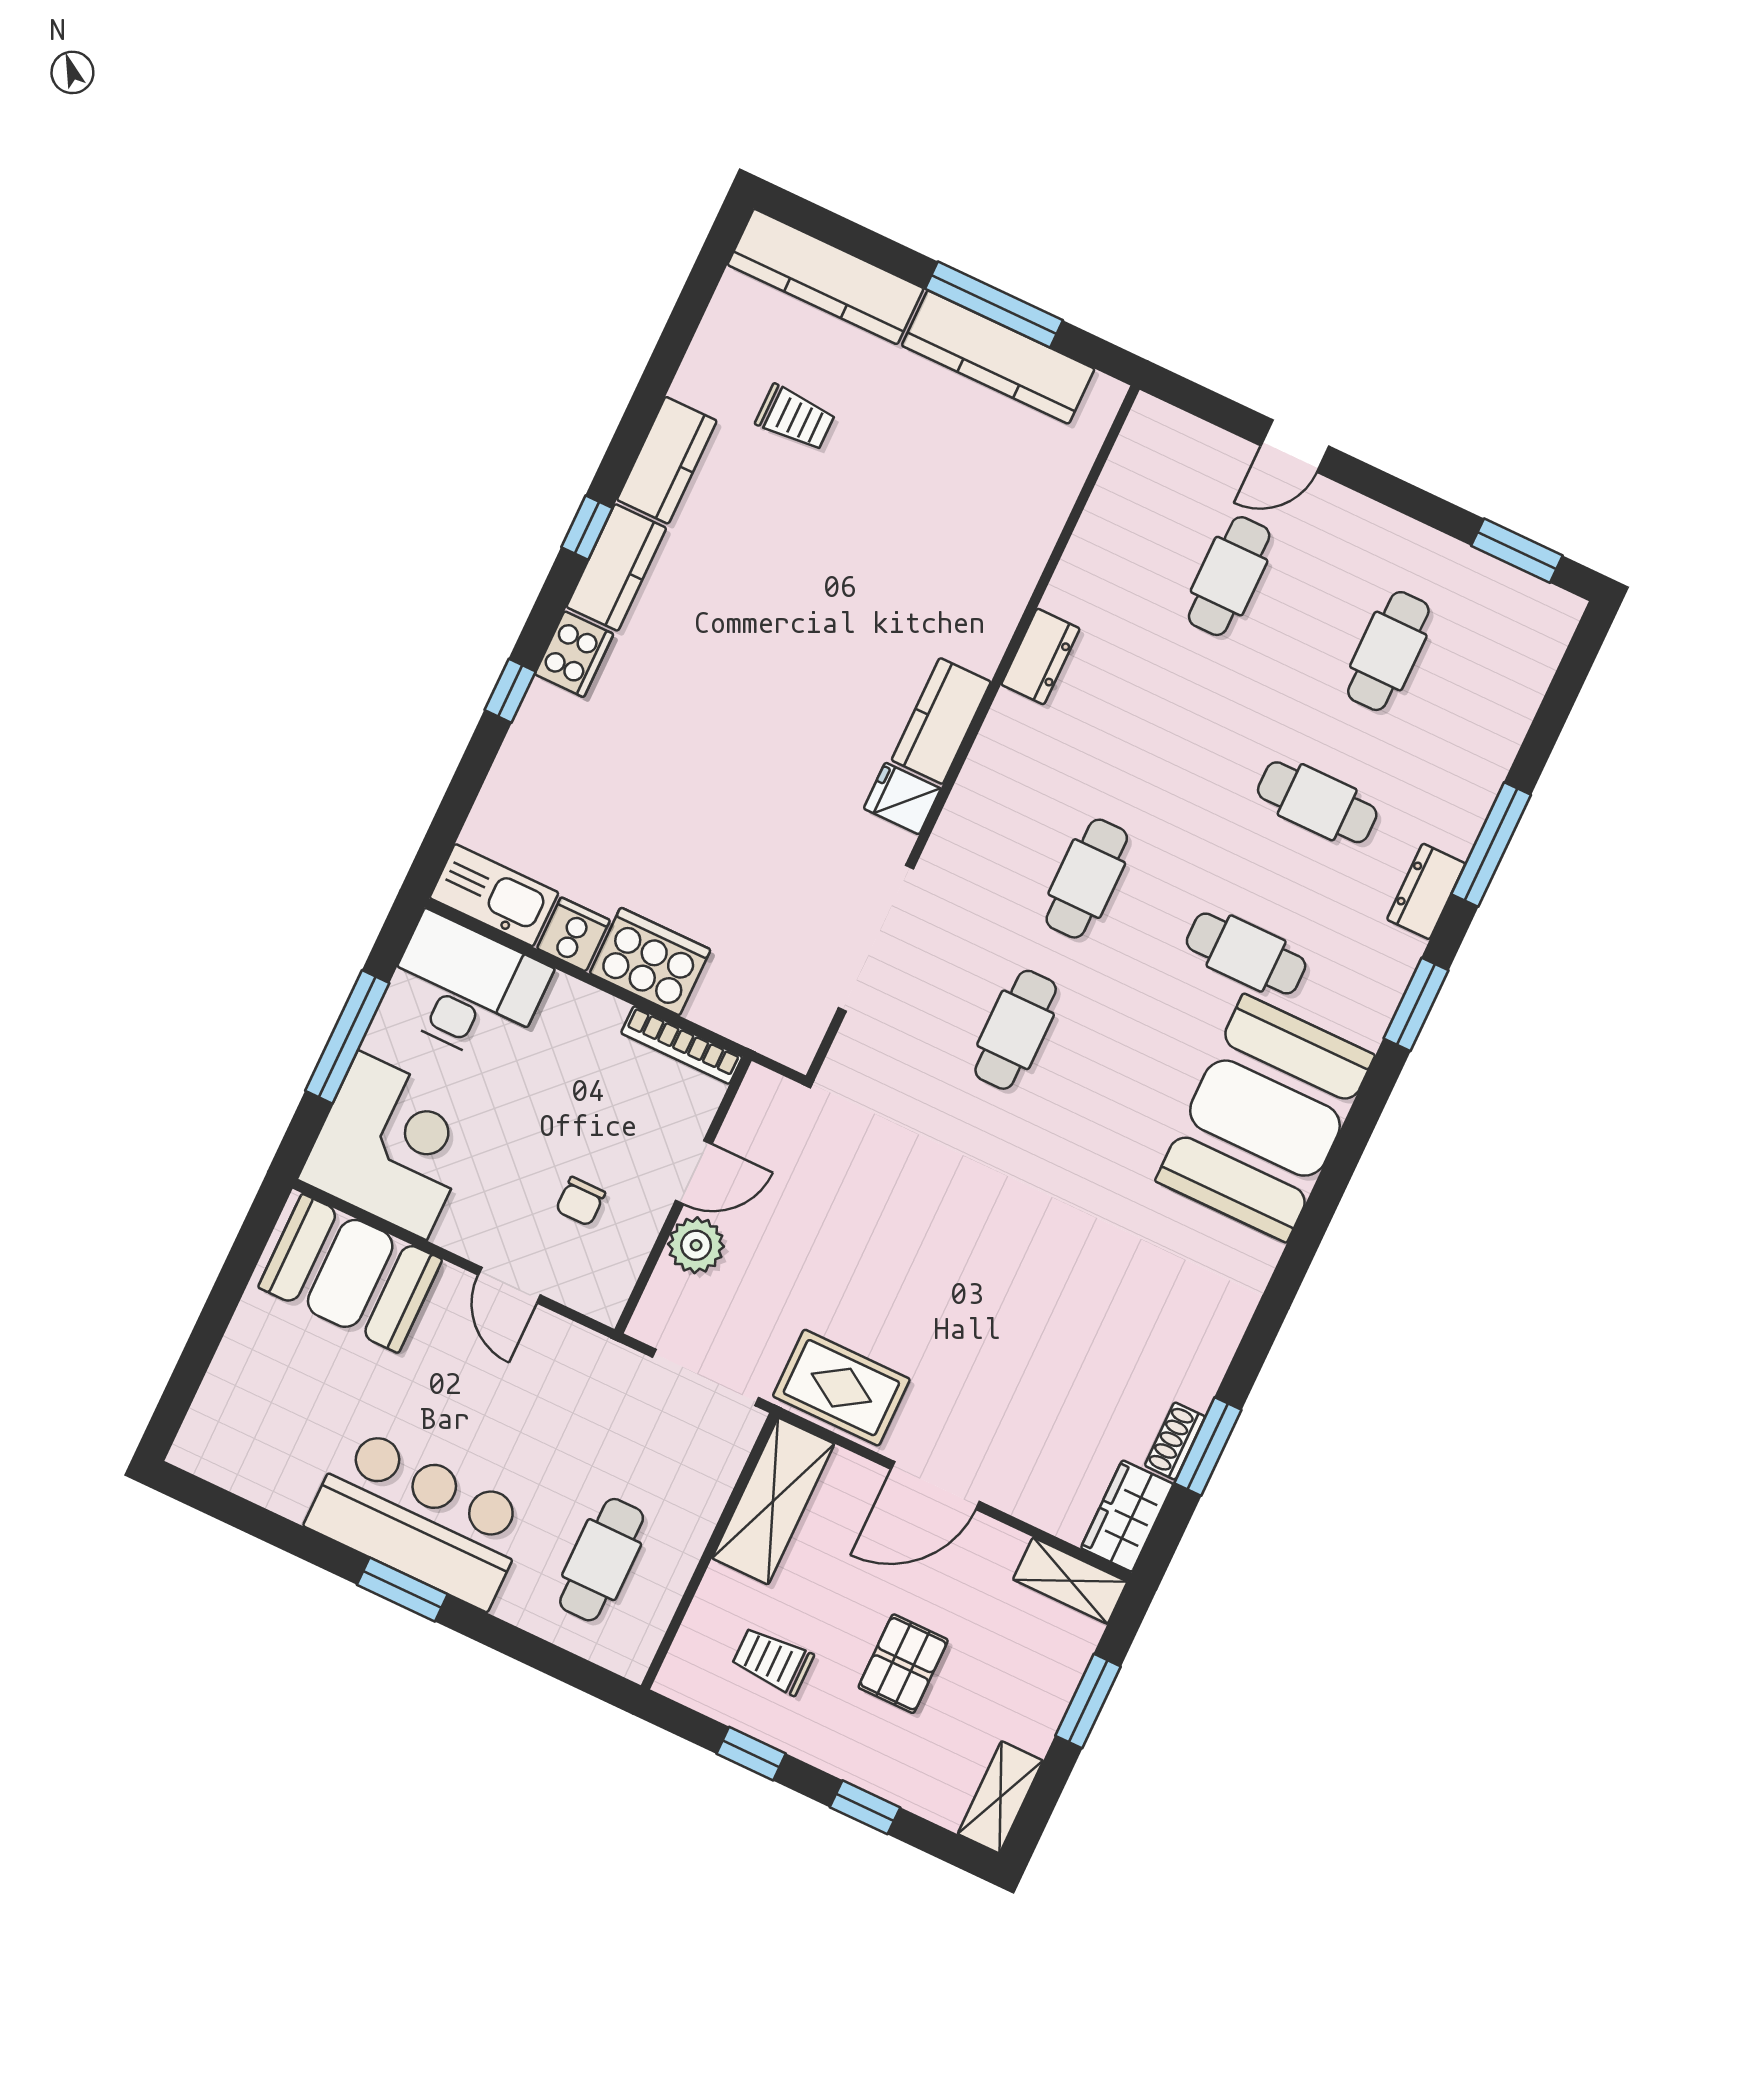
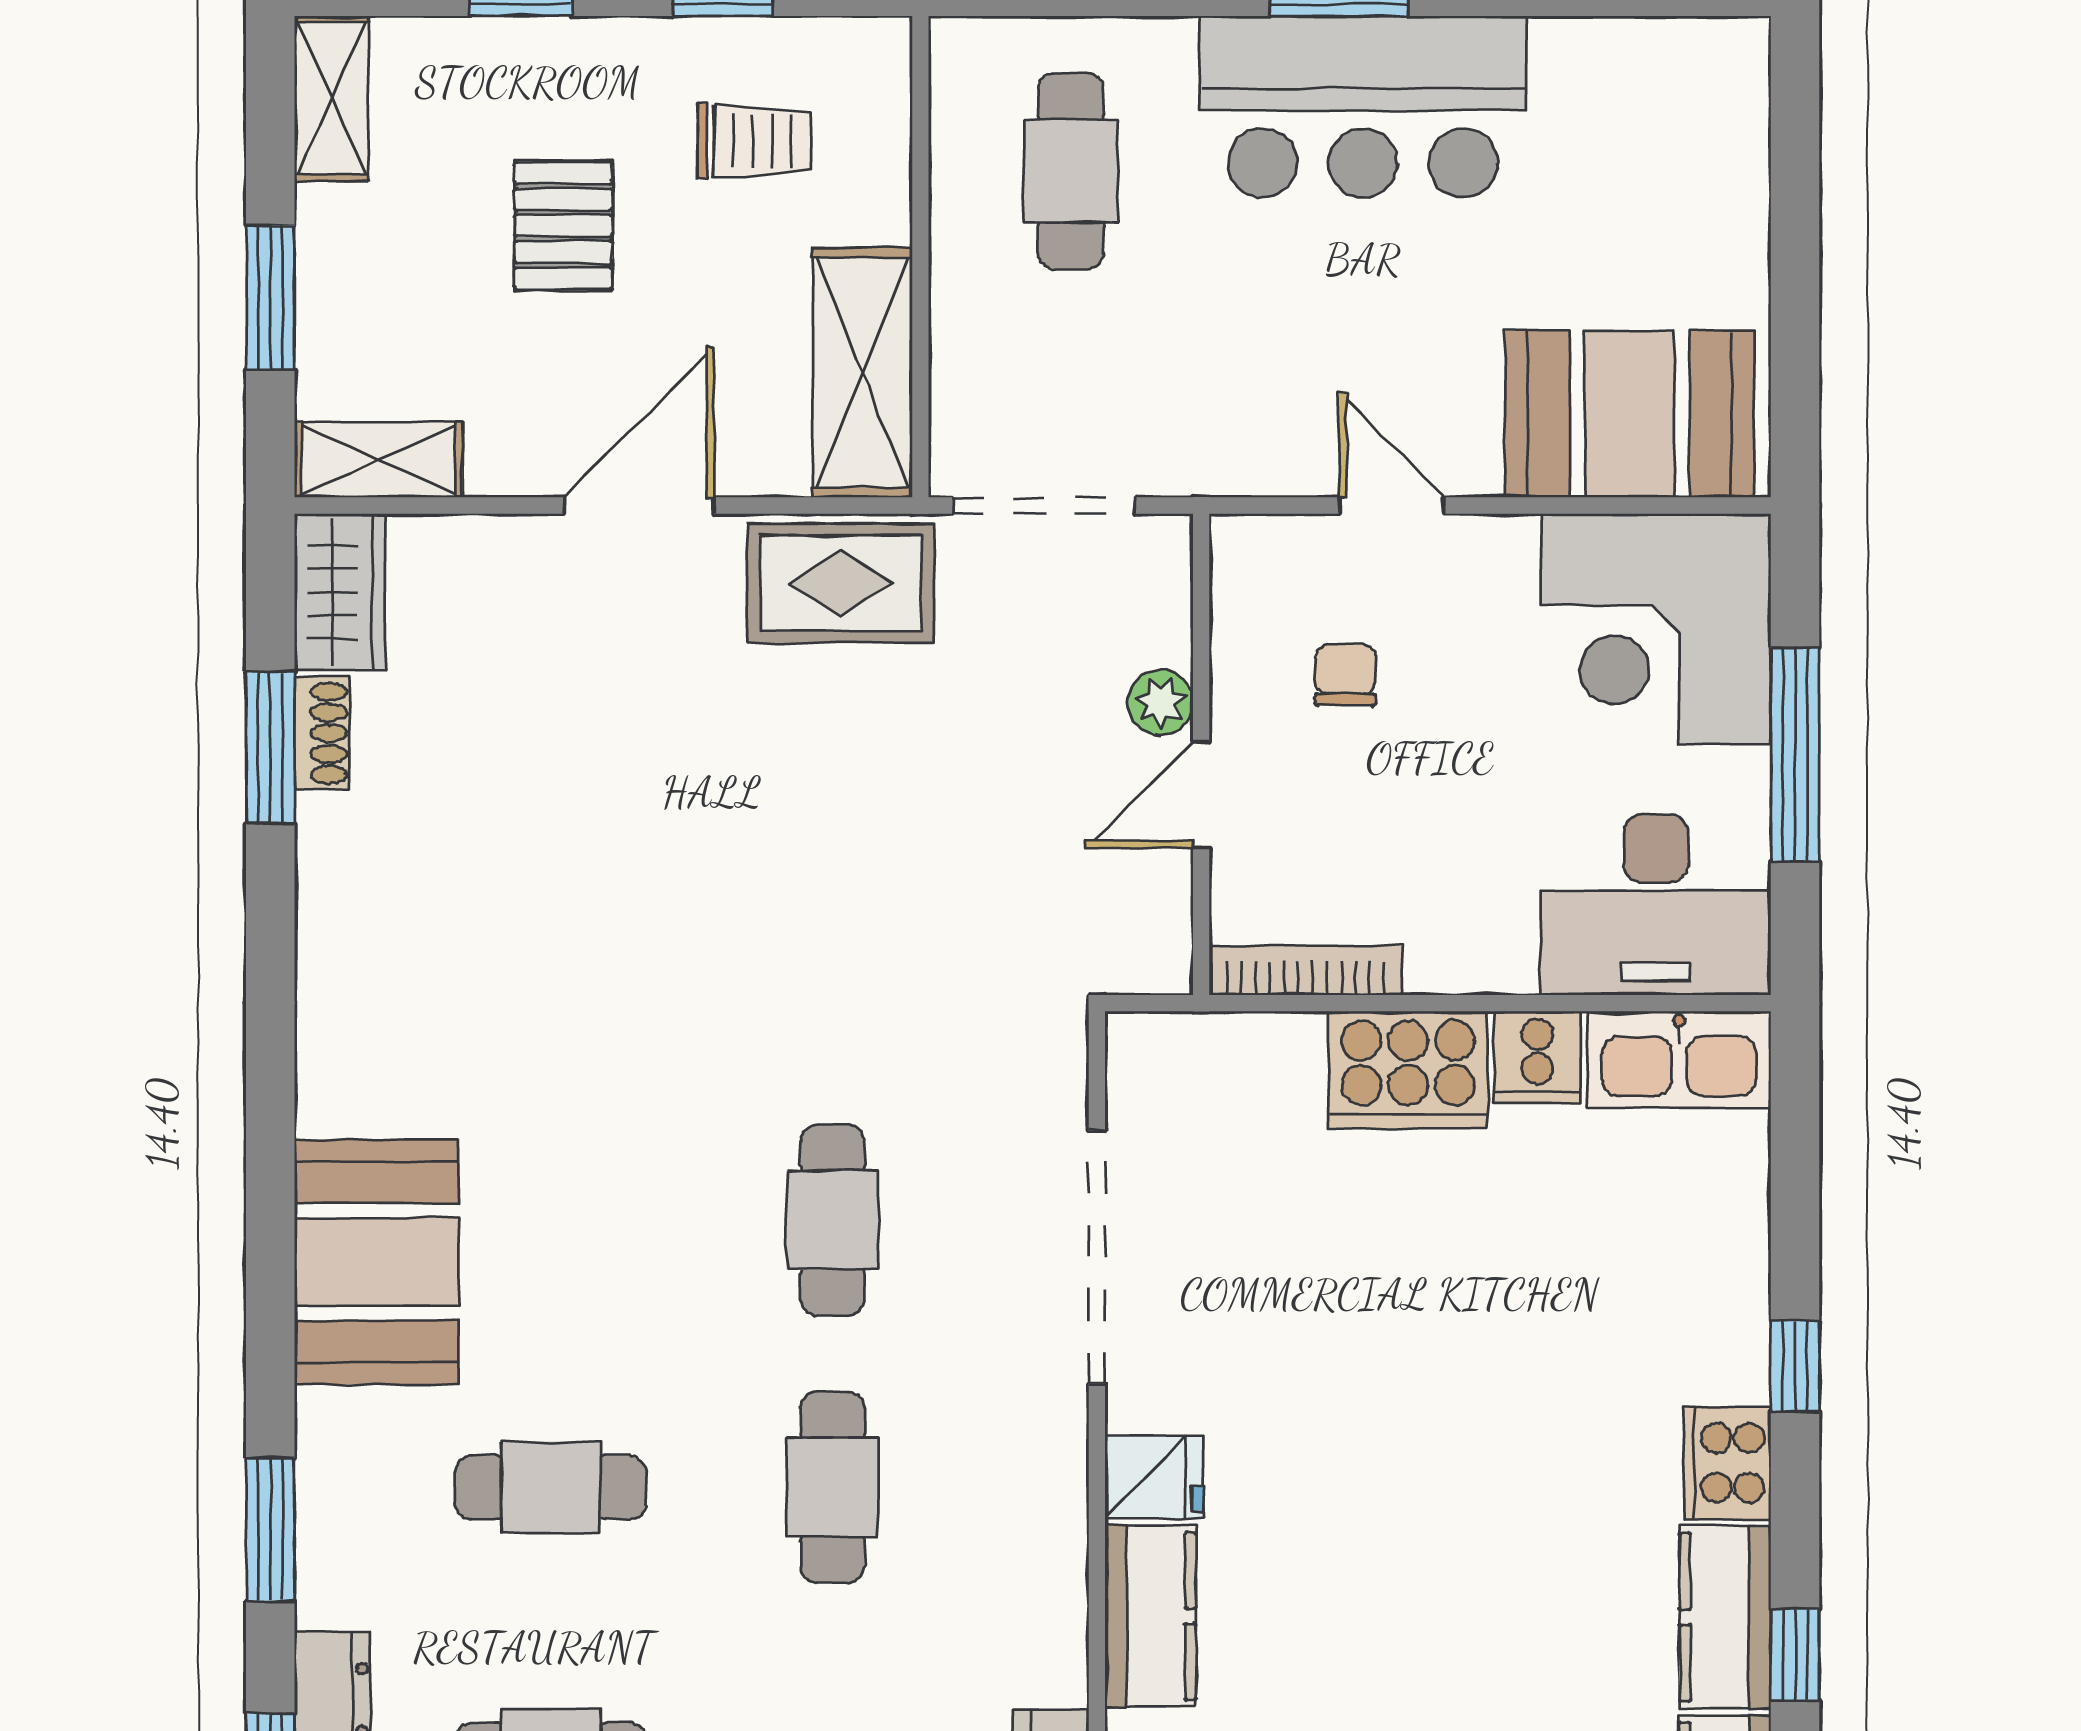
booth: (1265, 1118) -> (377, 1262), width x0.73, depth x0.70
plant: (696, 1245) -> (1160, 703), width x0.73, depth x0.73

